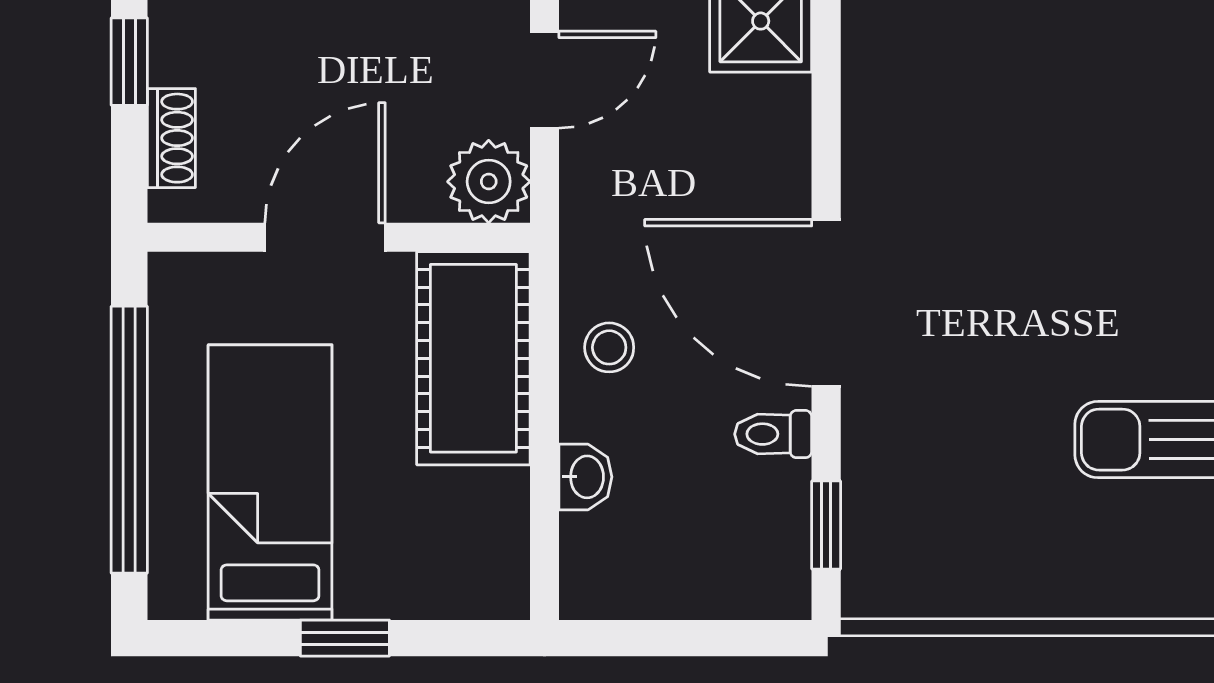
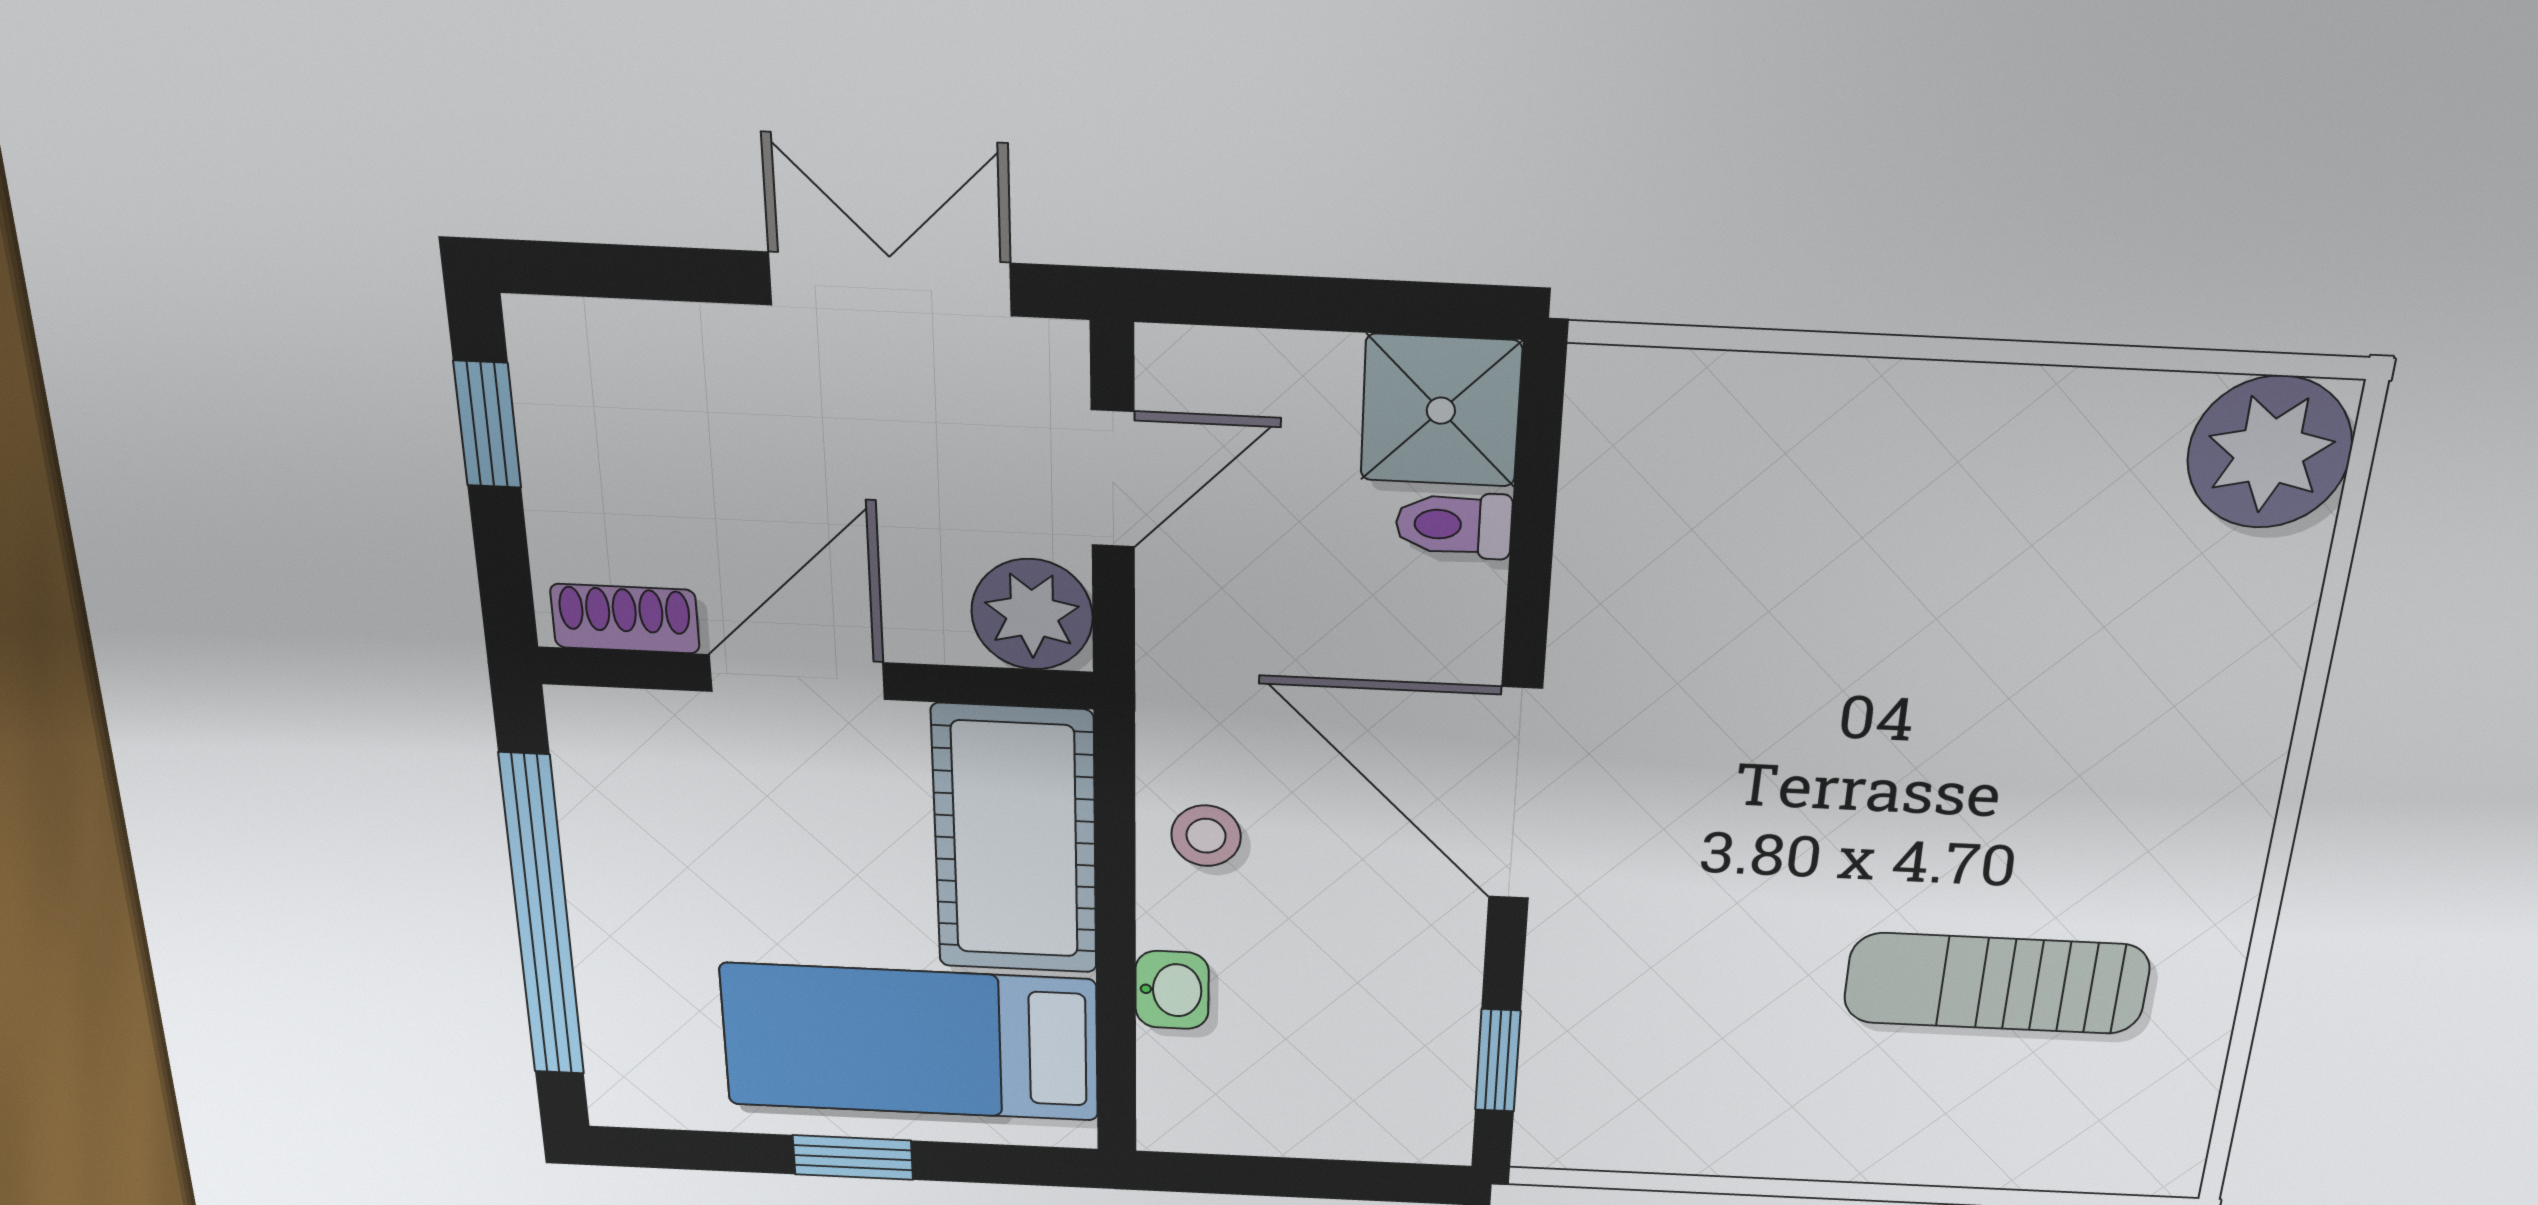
shoe rack: (171, 138) -> (625, 619), moved, turned -90
toilet: (773, 434) -> (1454, 525), moved
bed: (270, 482) -> (911, 1042), moved, turned -90

